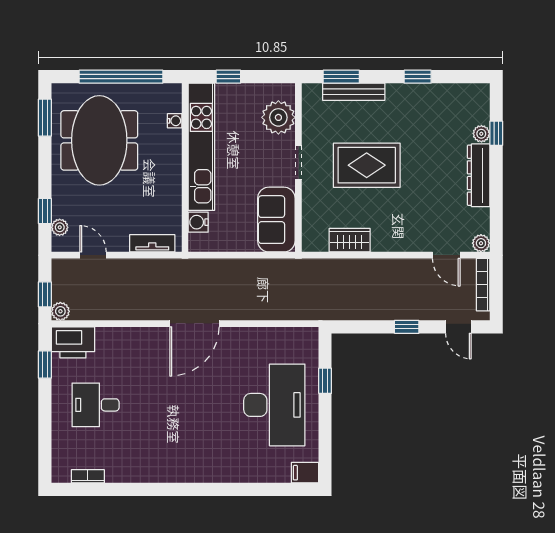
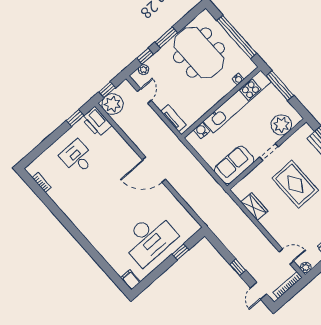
window: (228, 77) -> (280, 86), width x2.17
window: (45, 118) -> (166, 37), moved
meeting table: (99, 140) -> (199, 53), turned 90
door: (446, 255) -> (286, 257), swing flipped
plant: (60, 311) -> (112, 104), width x1.87, depth x1.87

